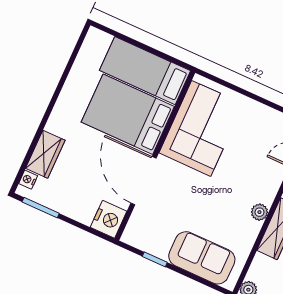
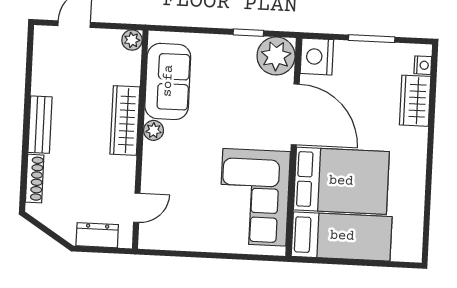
window: (41, 208) -> (372, 39), moved
plant: (140, 232) -> (276, 56), added
sofa: (202, 258) -> (168, 81), moved, turned -90

